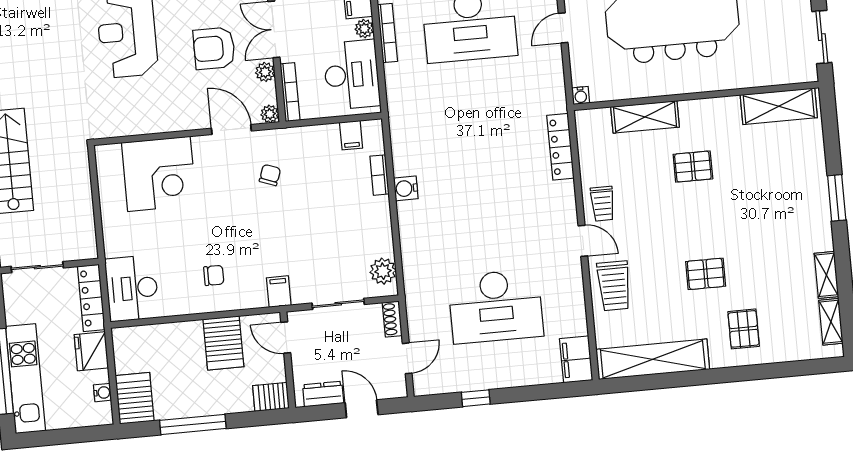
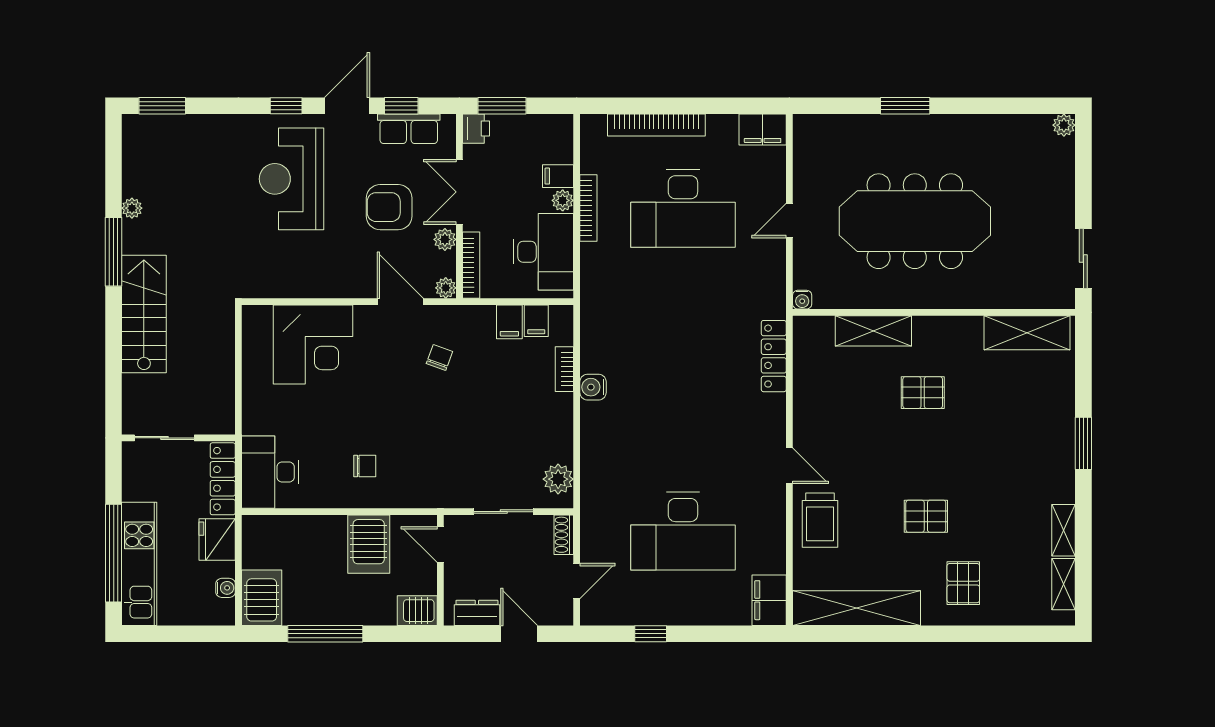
trolley: (603, 204) -> (816, 425), removed
filing cabinet: (279, 292) -> (509, 322), moved, turned 180

